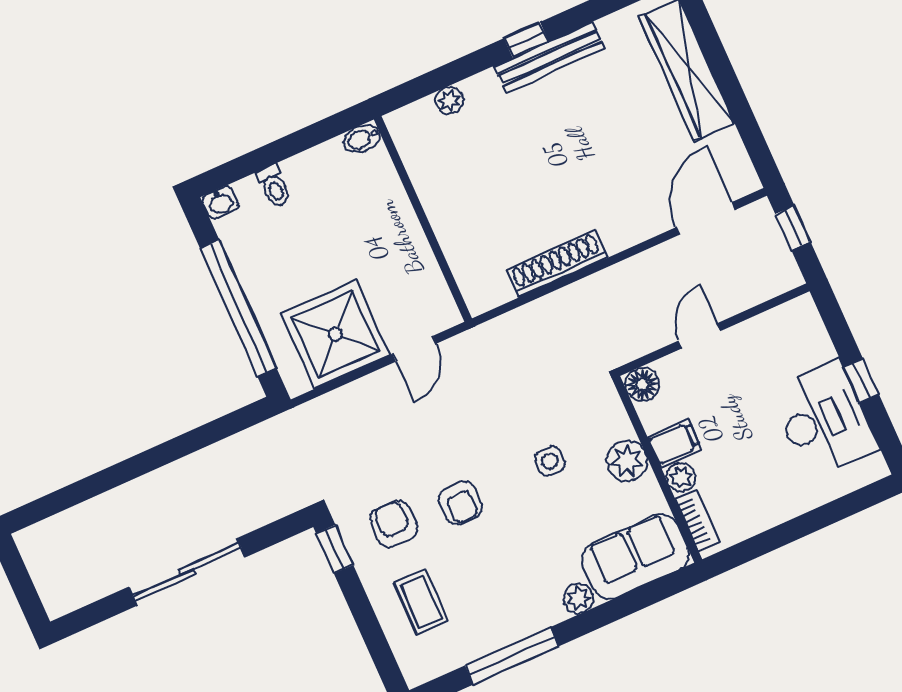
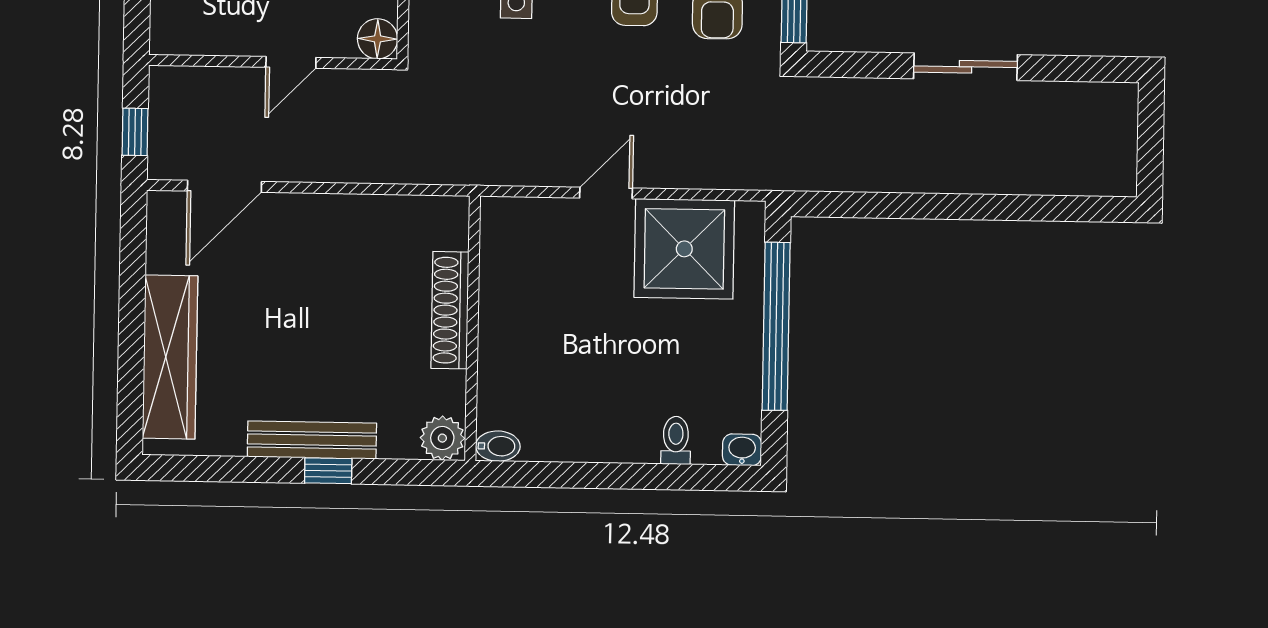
plant: (449, 100) -> (442, 438), width x1.38, depth x1.38
bidet: (362, 139) -> (498, 446), moved
wall: (423, 219) -> (473, 328), moved
shoe rack: (557, 264) -> (450, 310), moved, turned 90
sliding door: (187, 572) -> (966, 67), width x0.73

